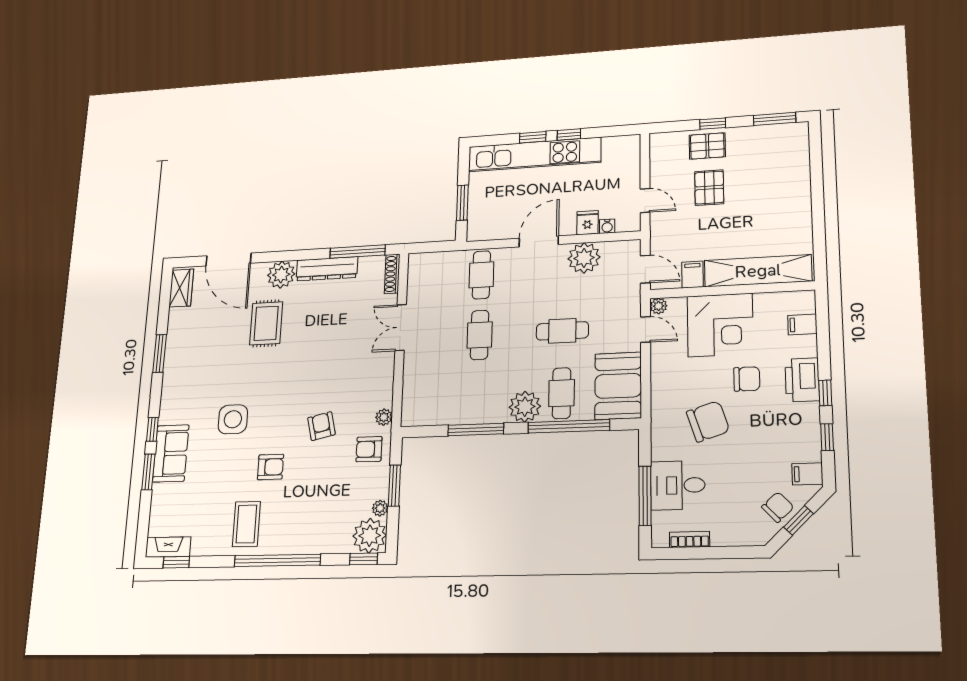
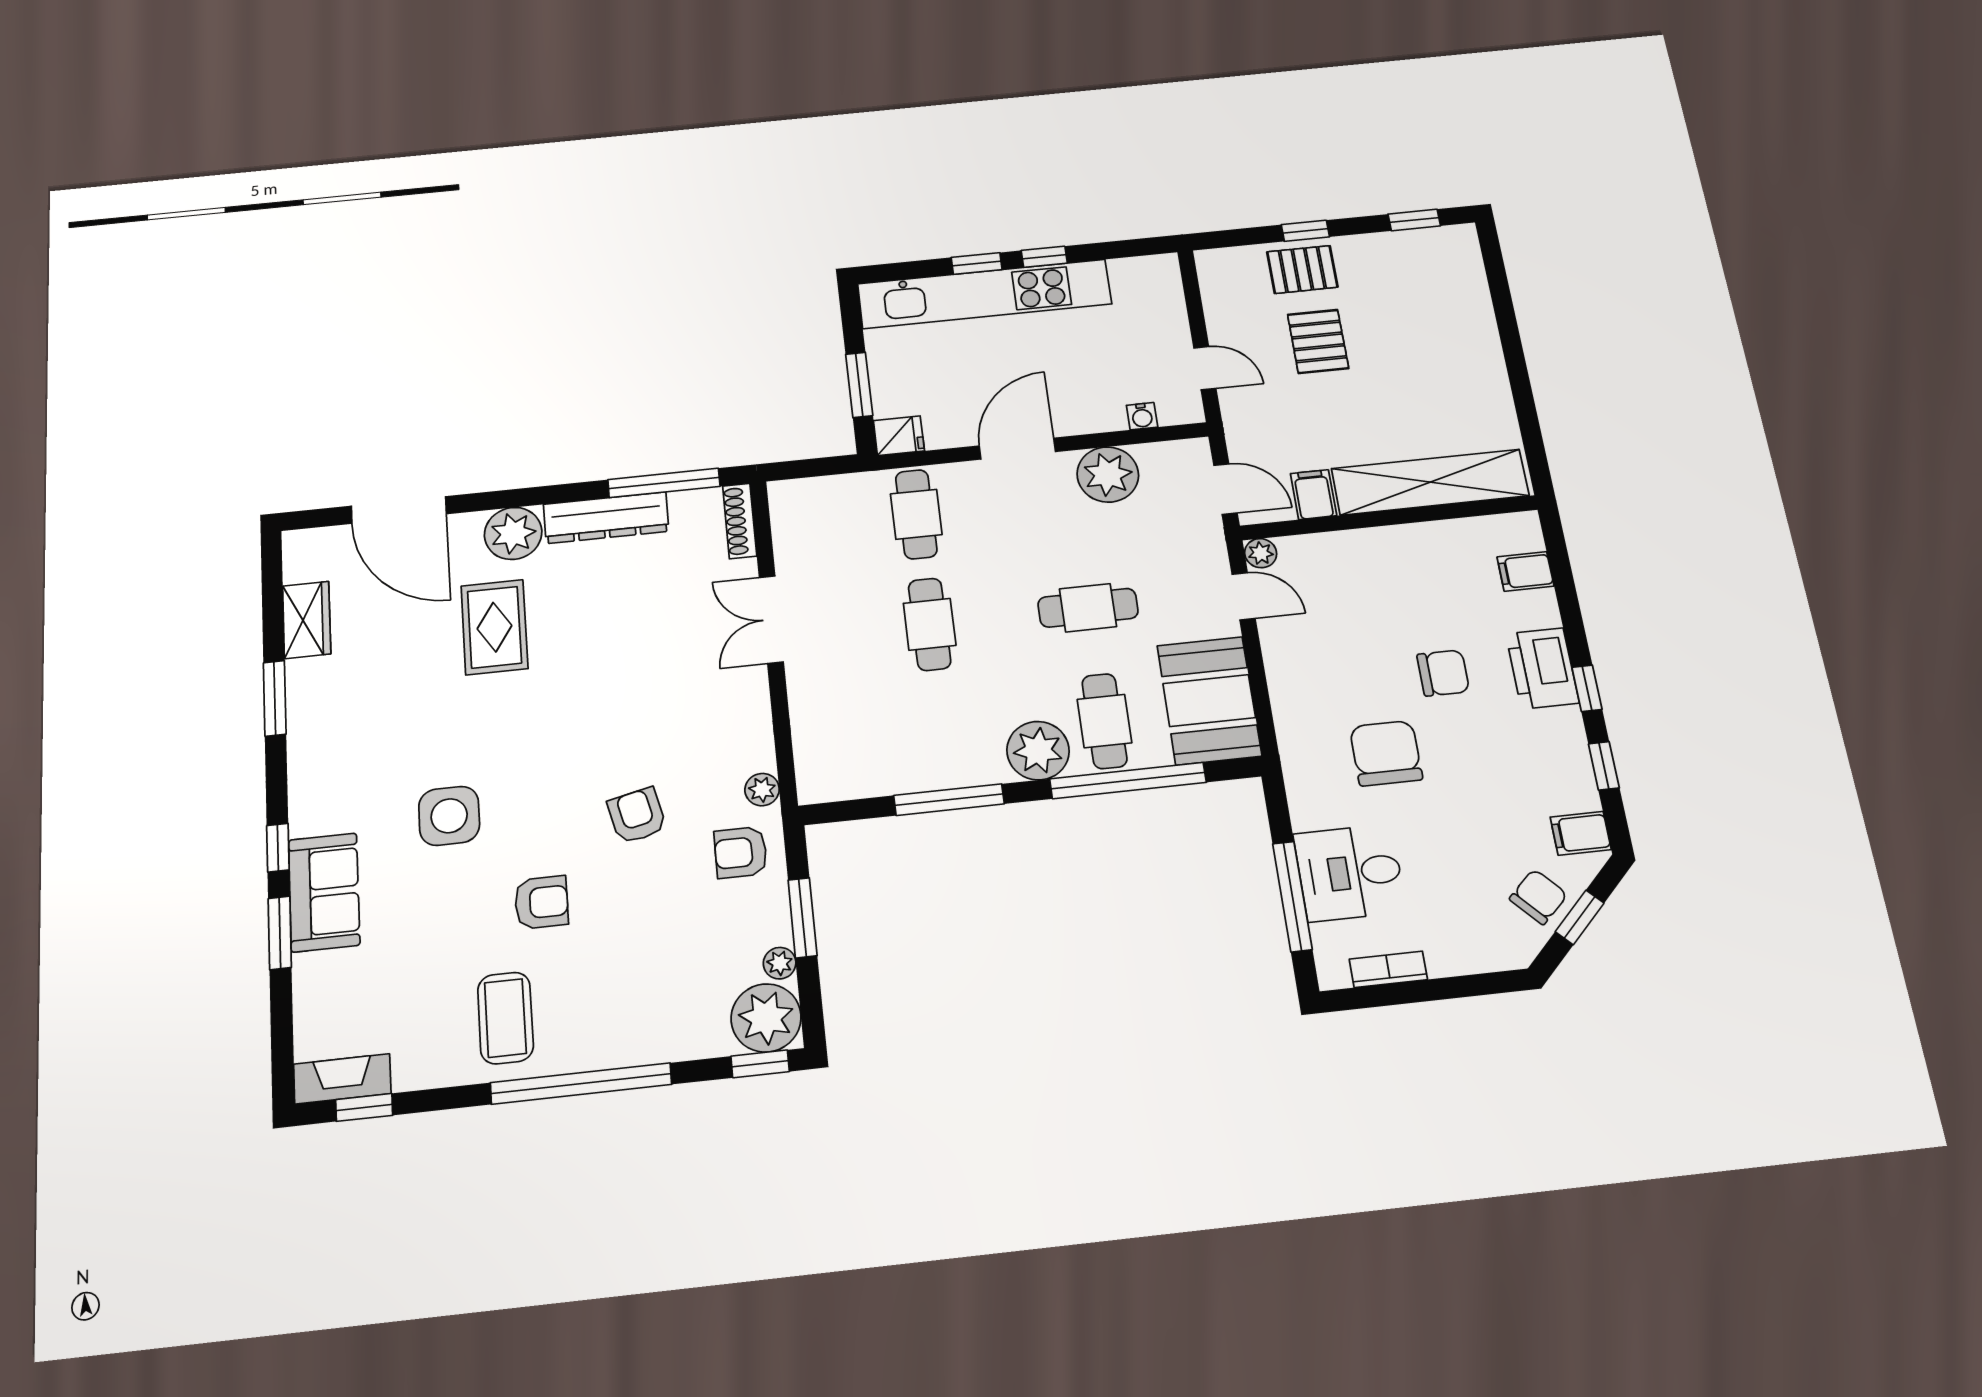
window: (775, 119) -> (1414, 220), width x0.67
fridge: (587, 223) -> (899, 436), moved, turned 90
wardrobe: (181, 288) -> (307, 620), moved
corner desk: (720, 325) -> (1379, 581), removed
chair: (708, 421) -> (1386, 753), turned -72

